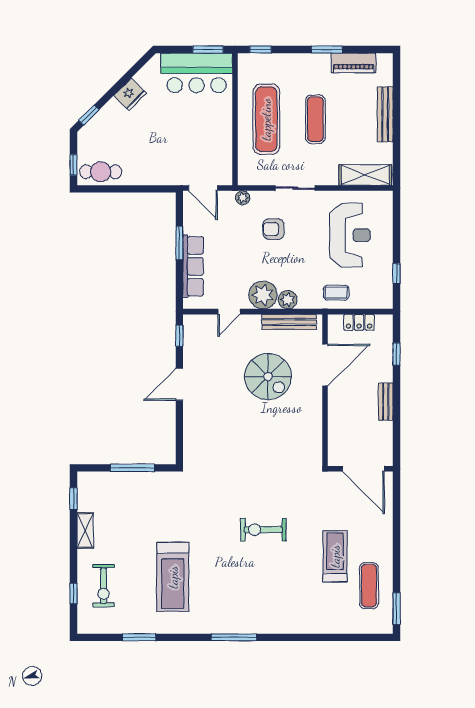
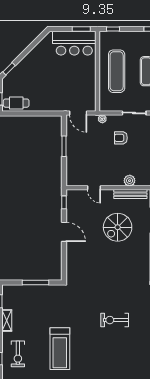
fridge: (130, 94) -> (34, 56), removed
row of seats: (193, 266) -> (72, 160), removed
plant: (263, 295) -> (115, 178), removed
door: (229, 312) -> (94, 188), hinge flipped
spiral stairs: (268, 377) -> (118, 227), turned 90
door: (179, 384) -> (64, 232), swing flipped

